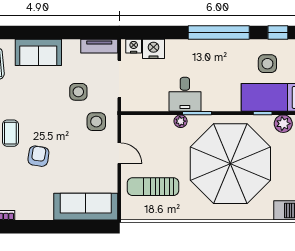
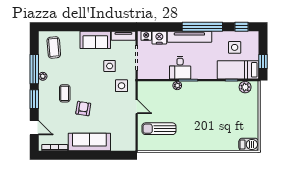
tv unit: (199, 48) -> (189, 37), added
sofa: (38, 52) -> (95, 40), moved
parasol: (230, 164) -> (210, 114), removed
sofa: (86, 207) -> (89, 142), moved

